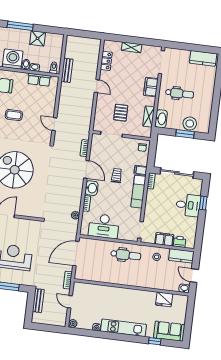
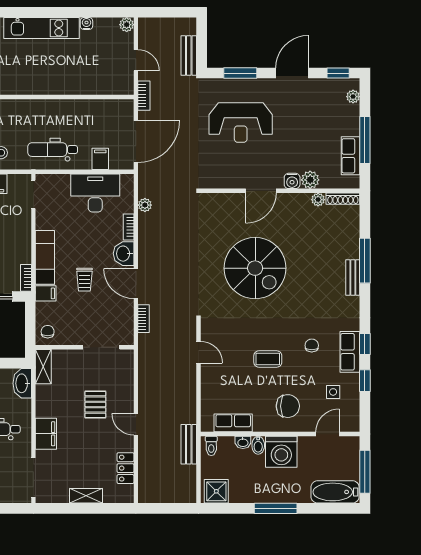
shower: (38, 38) -> (216, 491), moved
pallet: (121, 113) -> (95, 405), moved
shelving: (149, 117) -> (43, 367), moved
filing cabinet: (98, 246) -> (100, 159), added

